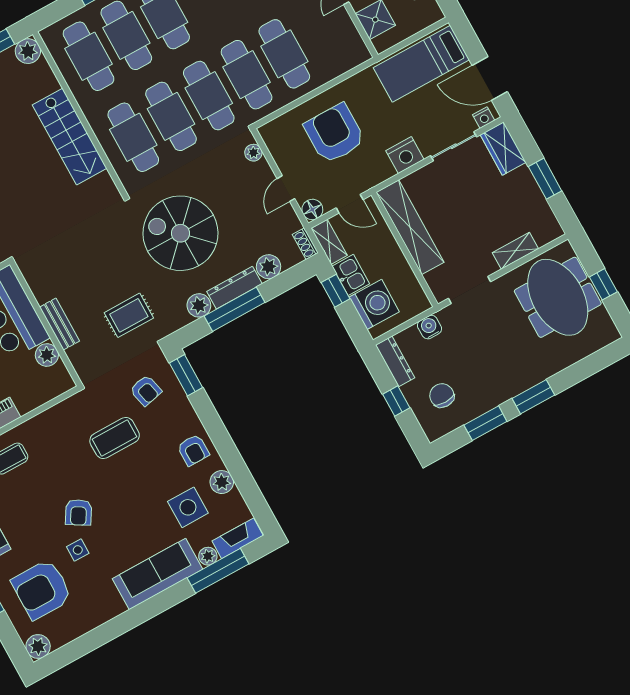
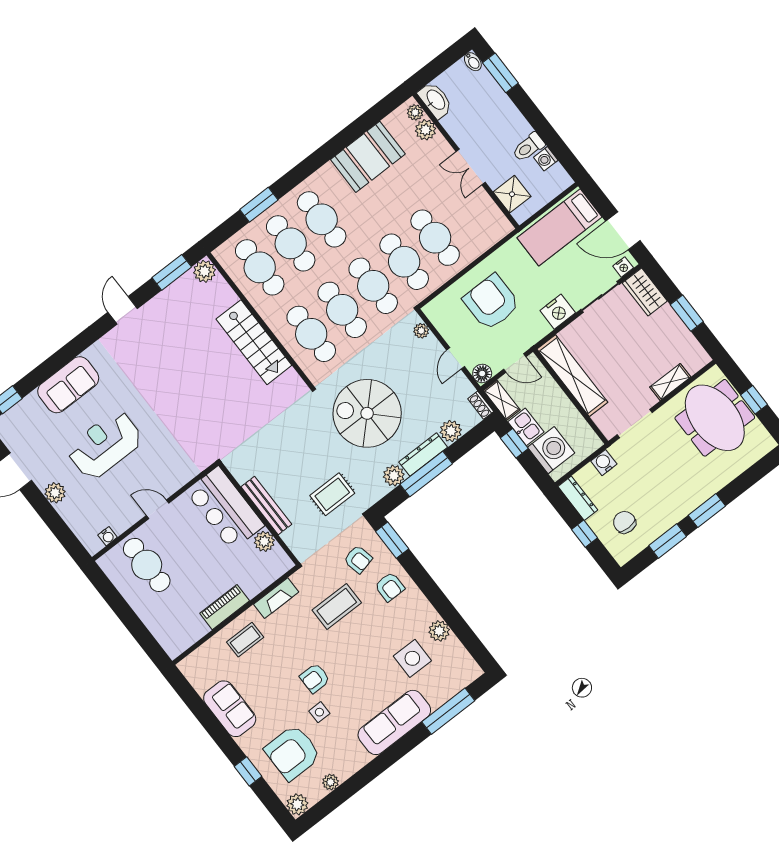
bench: (60, 324) -> (266, 505), width x1.36
armchair: (193, 450) -> (390, 587), moved
armchair: (79, 512) -> (315, 678), turned 59
fireplace: (238, 538) -> (276, 598), moved, turned 180
plant: (208, 556) -> (330, 782), moved

